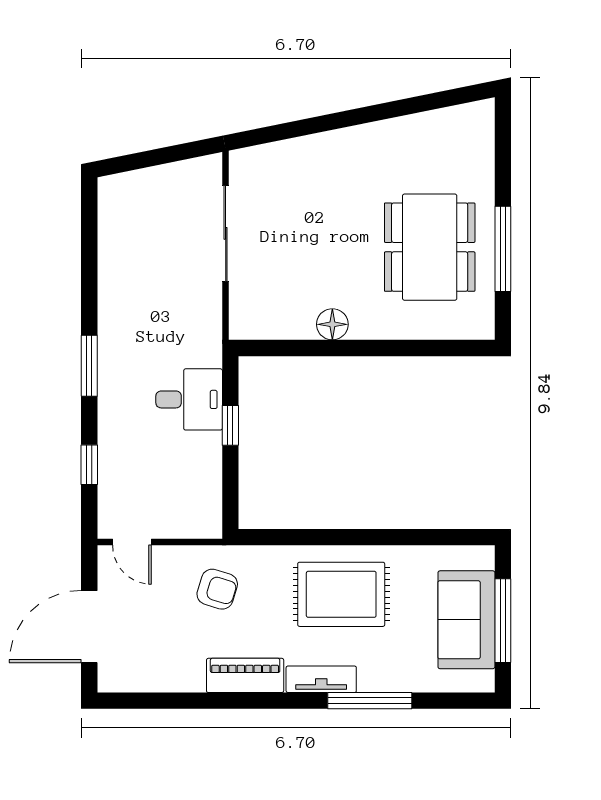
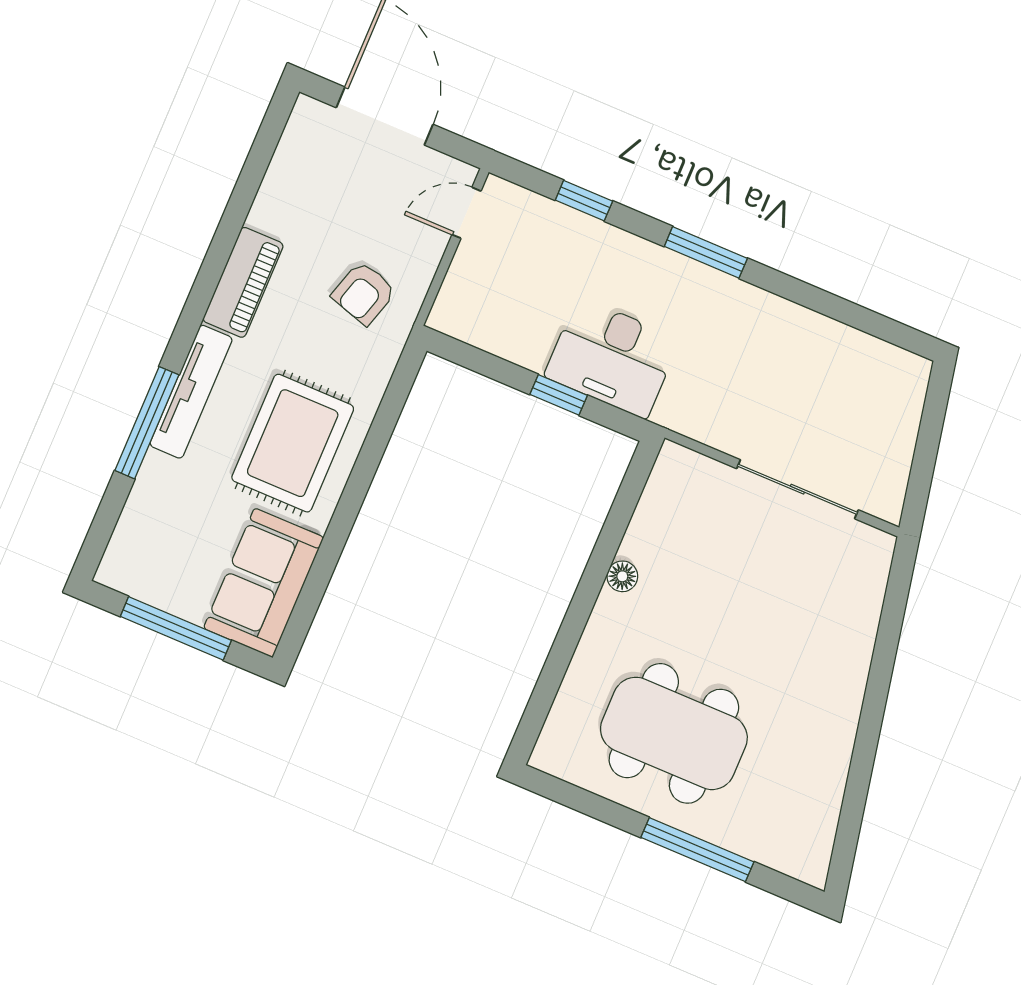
window: (503, 249) -> (697, 850), moved
floor lamp: (332, 324) -> (622, 576), width x0.73, depth x0.73
desk: (189, 399) -> (612, 358), width x1.37
sofa: (466, 620) -> (264, 583), moved, turned -90
tv unit: (321, 679) -> (191, 392), width x1.41

